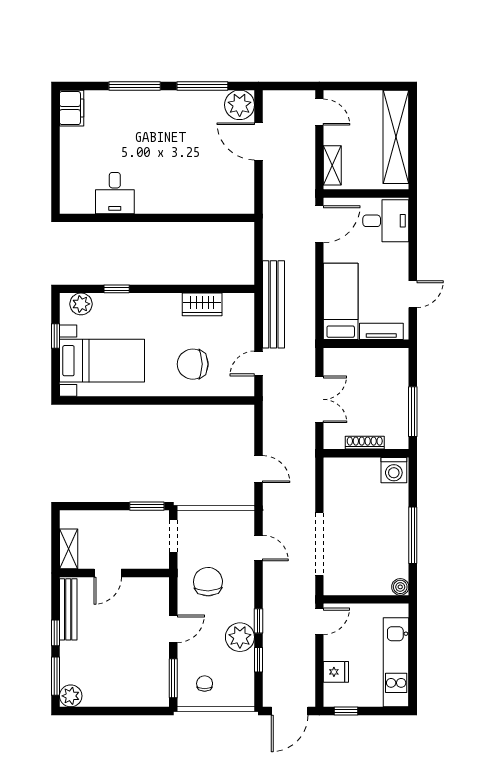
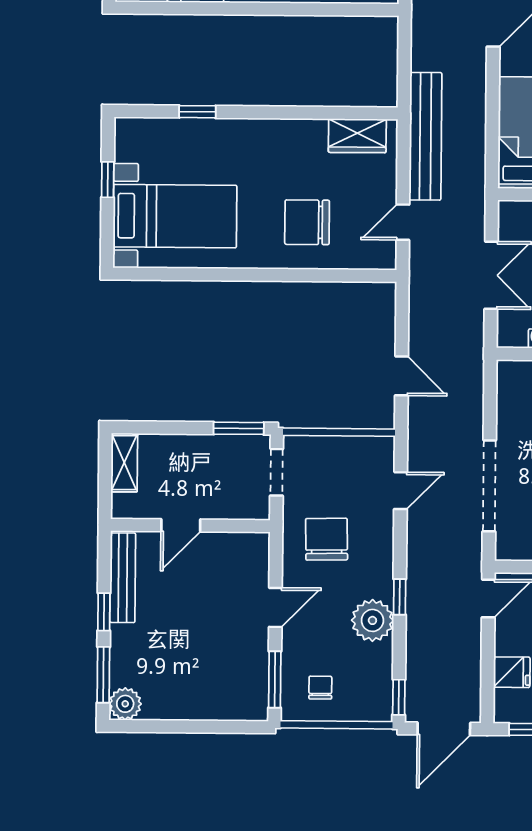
plant: (81, 304) -> (145, 133), removed
wardrobe: (202, 304) -> (357, 136), moved
door: (258, 548) -> (401, 491), hinge flipped
shelving: (69, 549) -> (124, 463), moved
window: (258, 660) -> (399, 697), moved

